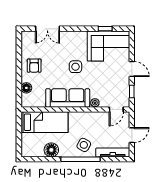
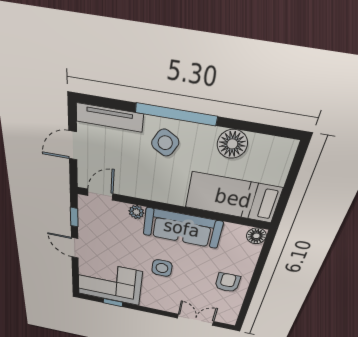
floor lamp: (26, 88) -> (256, 236), moved

